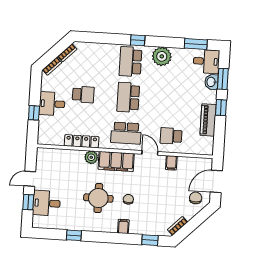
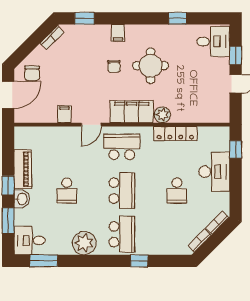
window: (138, 40) -> (139, 261), moved
washbasin: (211, 82) -> (22, 199), moved
school desk: (83, 95) -> (177, 191), turned -90
desk: (52, 104) -> (214, 172), width x1.37
window: (34, 113) -> (236, 150), moved
school desk: (171, 136) -> (67, 191), moved, turned 90
door: (150, 153) -> (91, 125), hinge flipped
desk: (47, 203) -> (213, 42), moved

